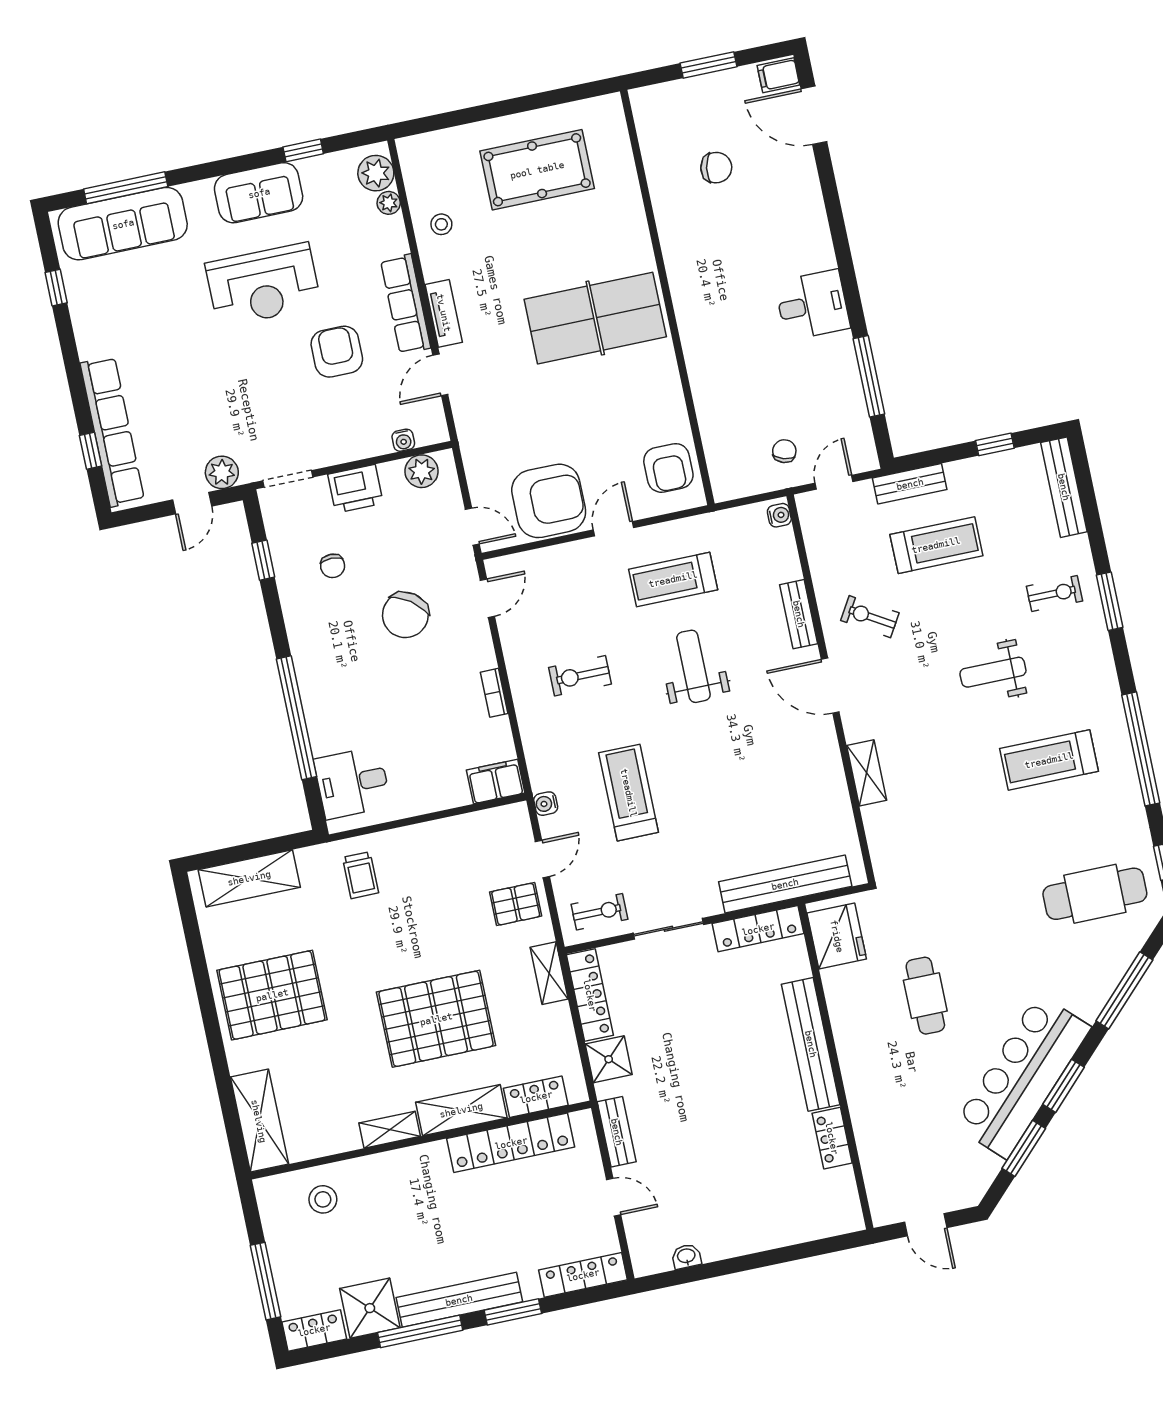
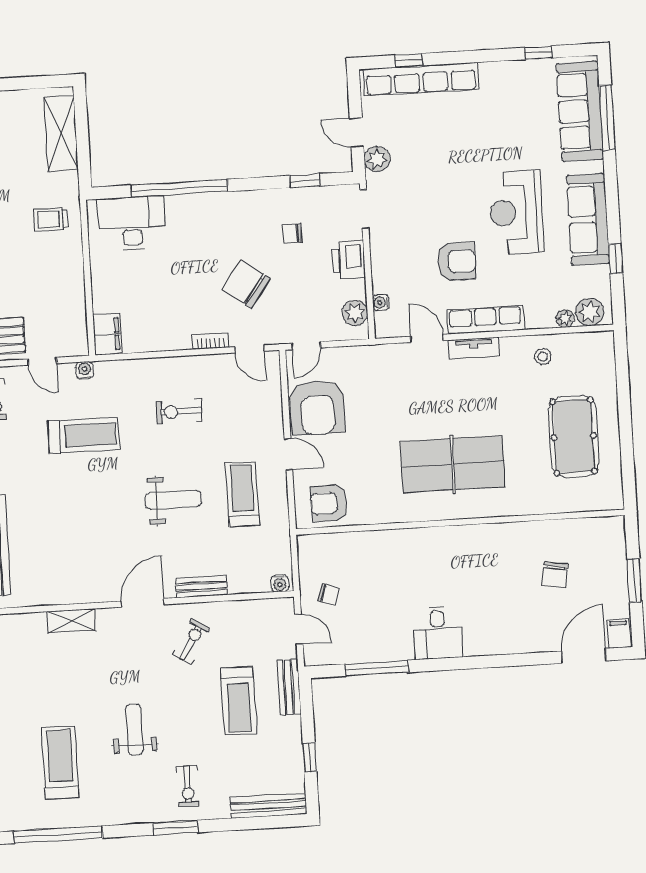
sofa: (259, 193) -> (588, 219), width x1.36
table tennis table: (595, 318) -> (453, 464), turned 90
exercise bike: (580, 676) -> (179, 411), turned -90
bookcase: (494, 693) -> (211, 341), moved
desk: (352, 783) -> (132, 223), width x1.37

